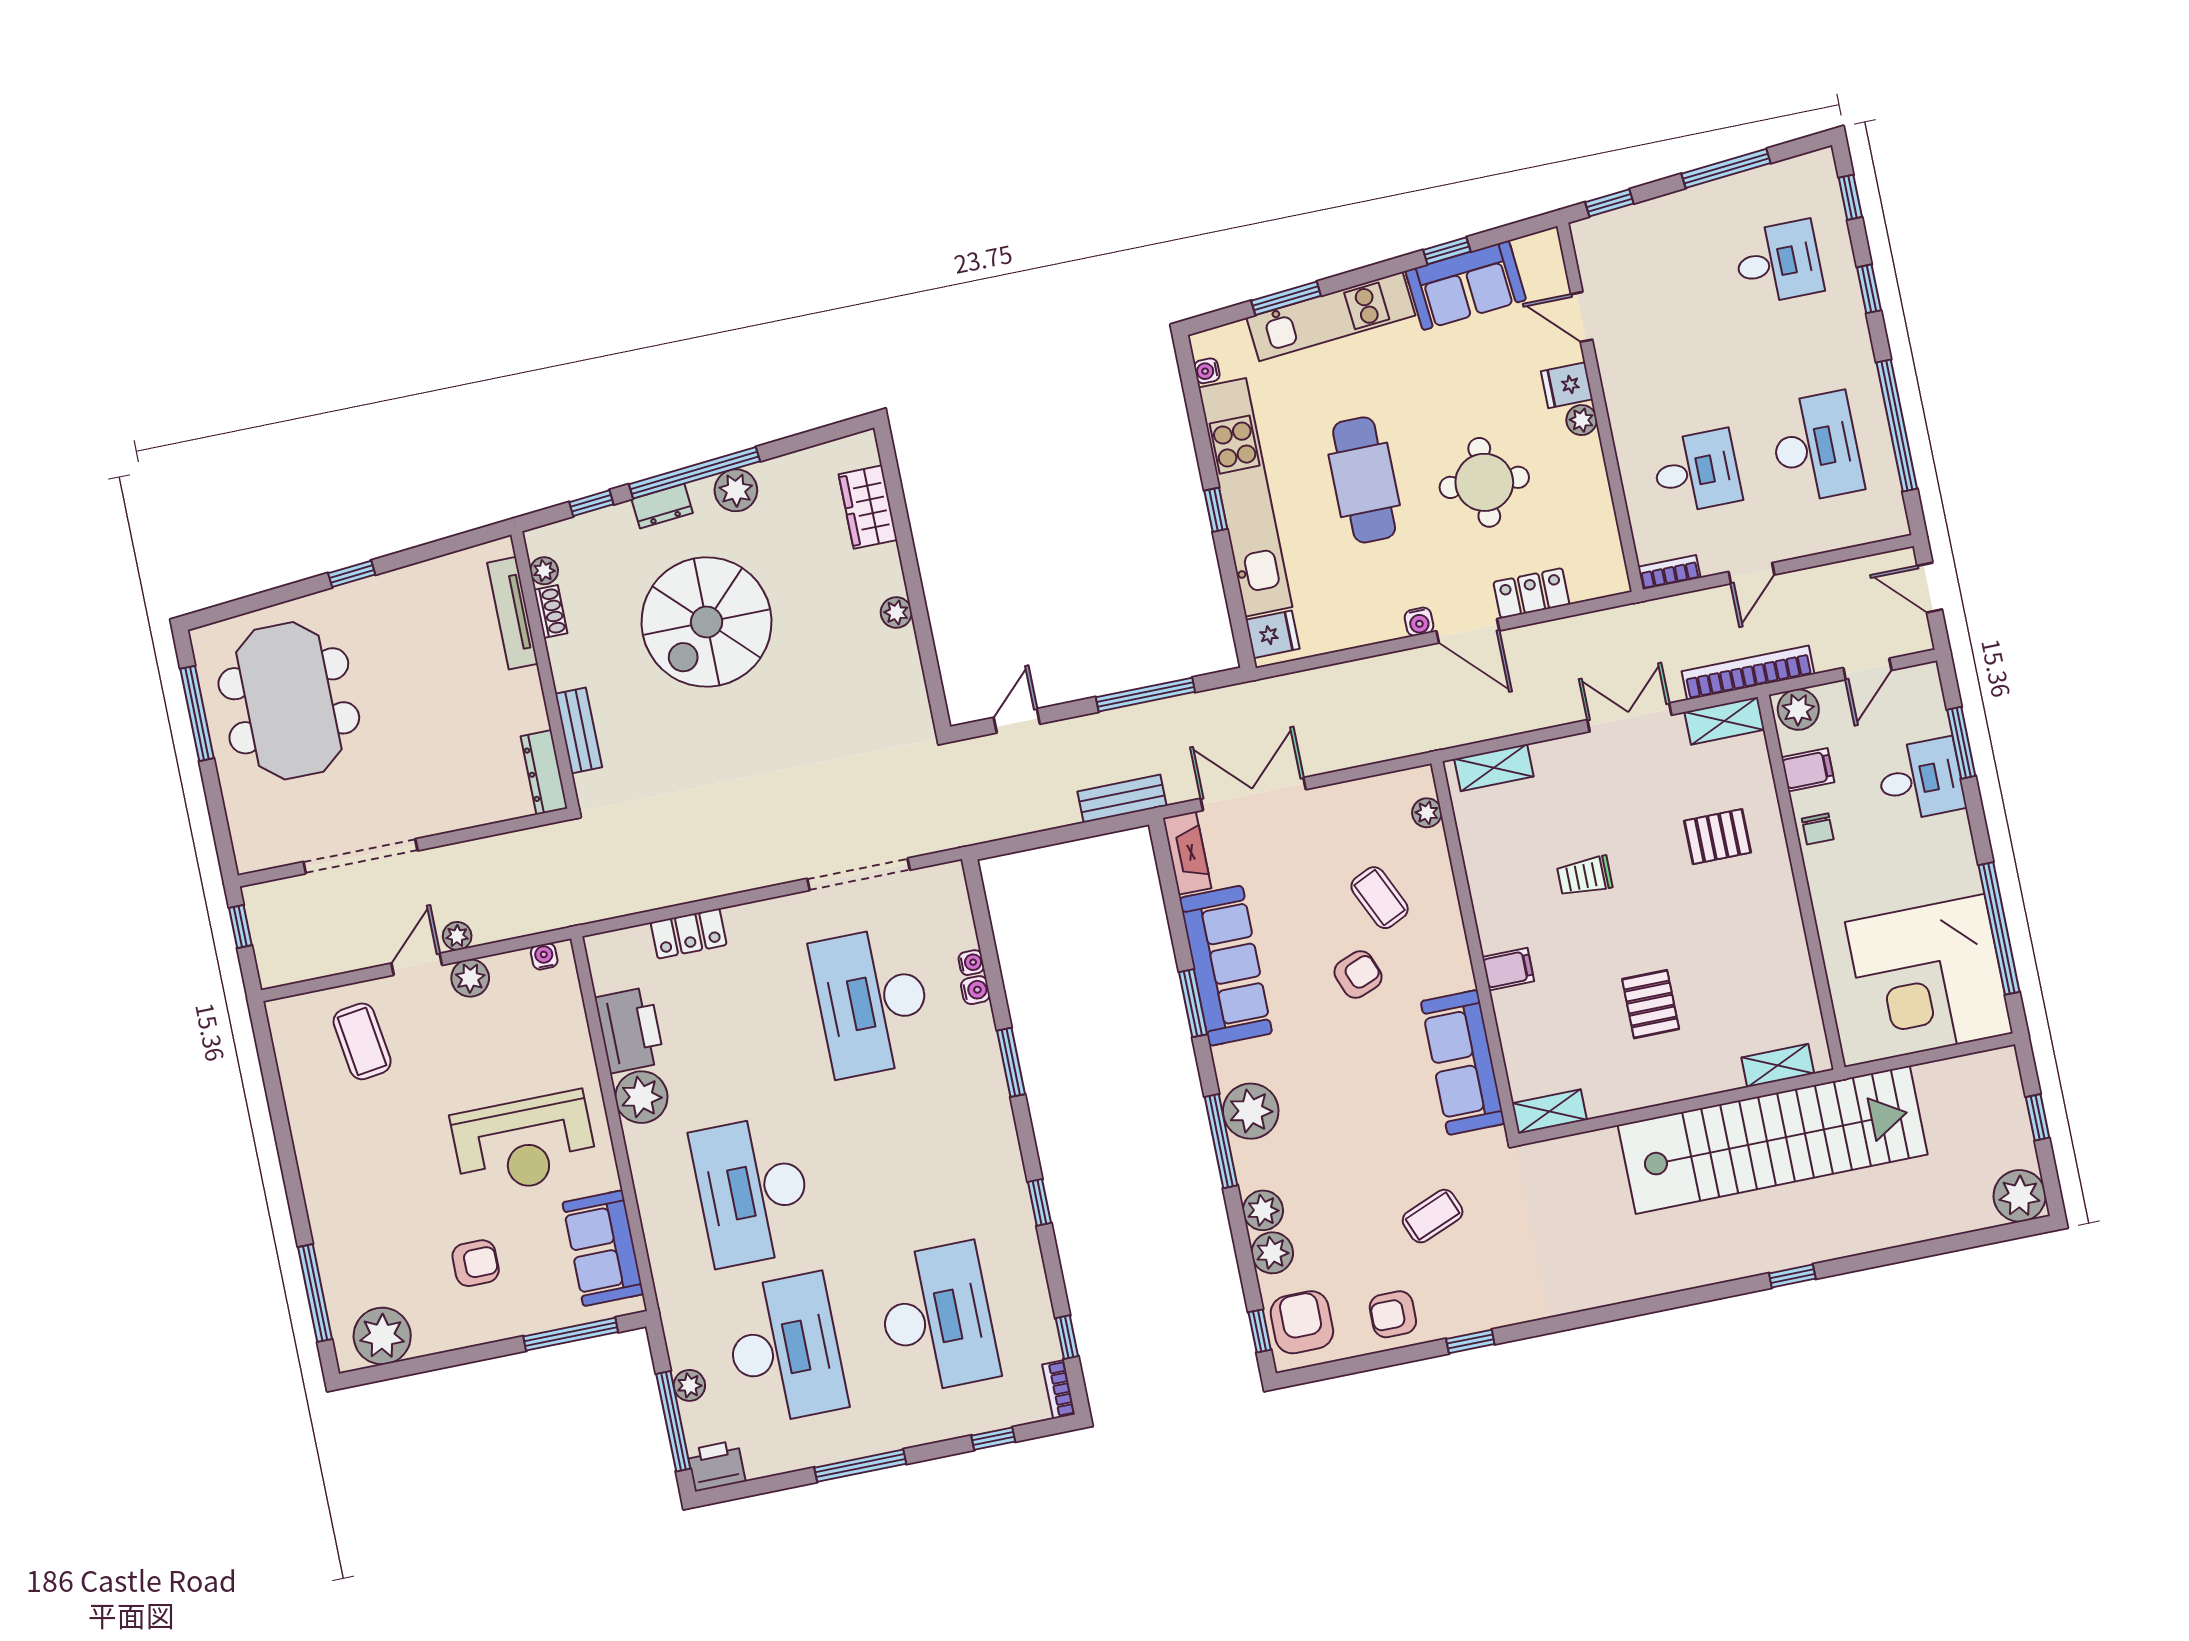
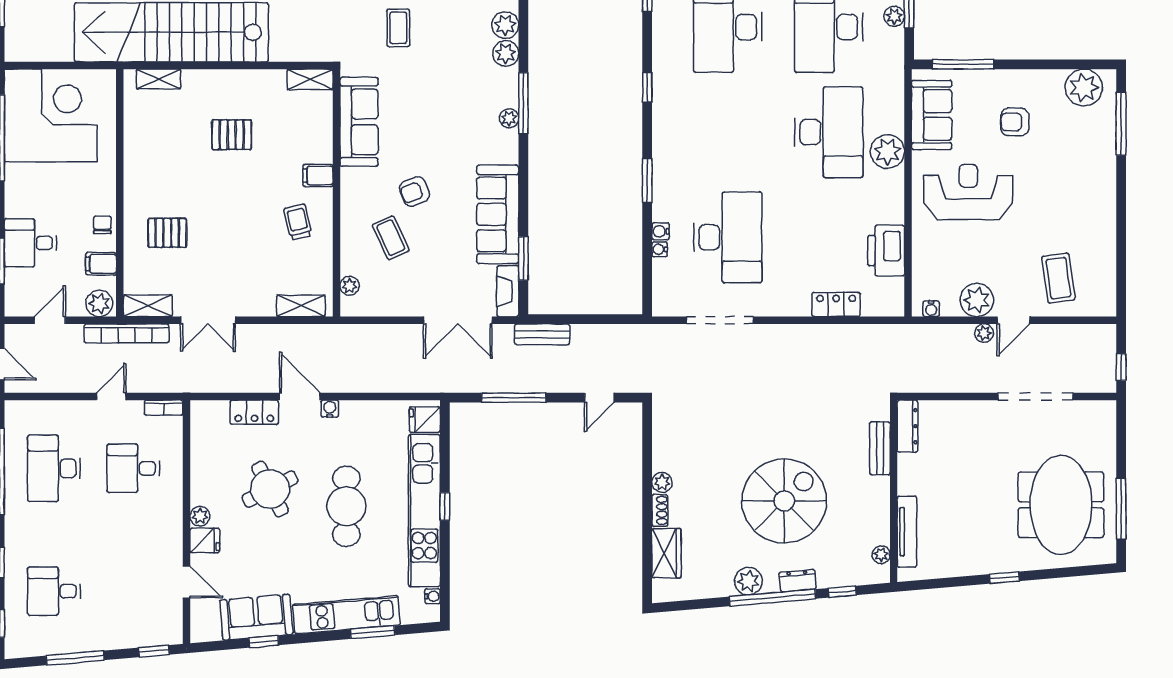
round table: (1484, 482) -> (270, 489), turned -30
shoe rack: (551, 612) -> (660, 510), moved, turned 180
trolley: (1585, 876) -> (298, 222), moved, turned -103
plant: (470, 978) -> (977, 300), width x1.36, depth x1.36
window: (1193, 1003) -> (523, 259), moved
pallet: (1651, 1004) -> (232, 135), turned 90
plant: (641, 1097) -> (887, 152), moved
plant: (1251, 1111) -> (509, 118), width x0.53, depth x0.53
coffee table: (1433, 1216) -> (398, 28), turned -68

